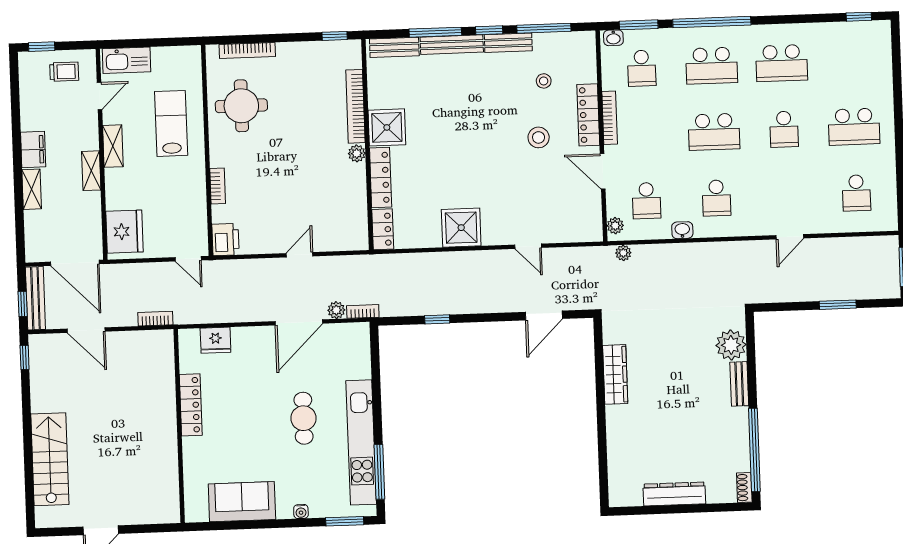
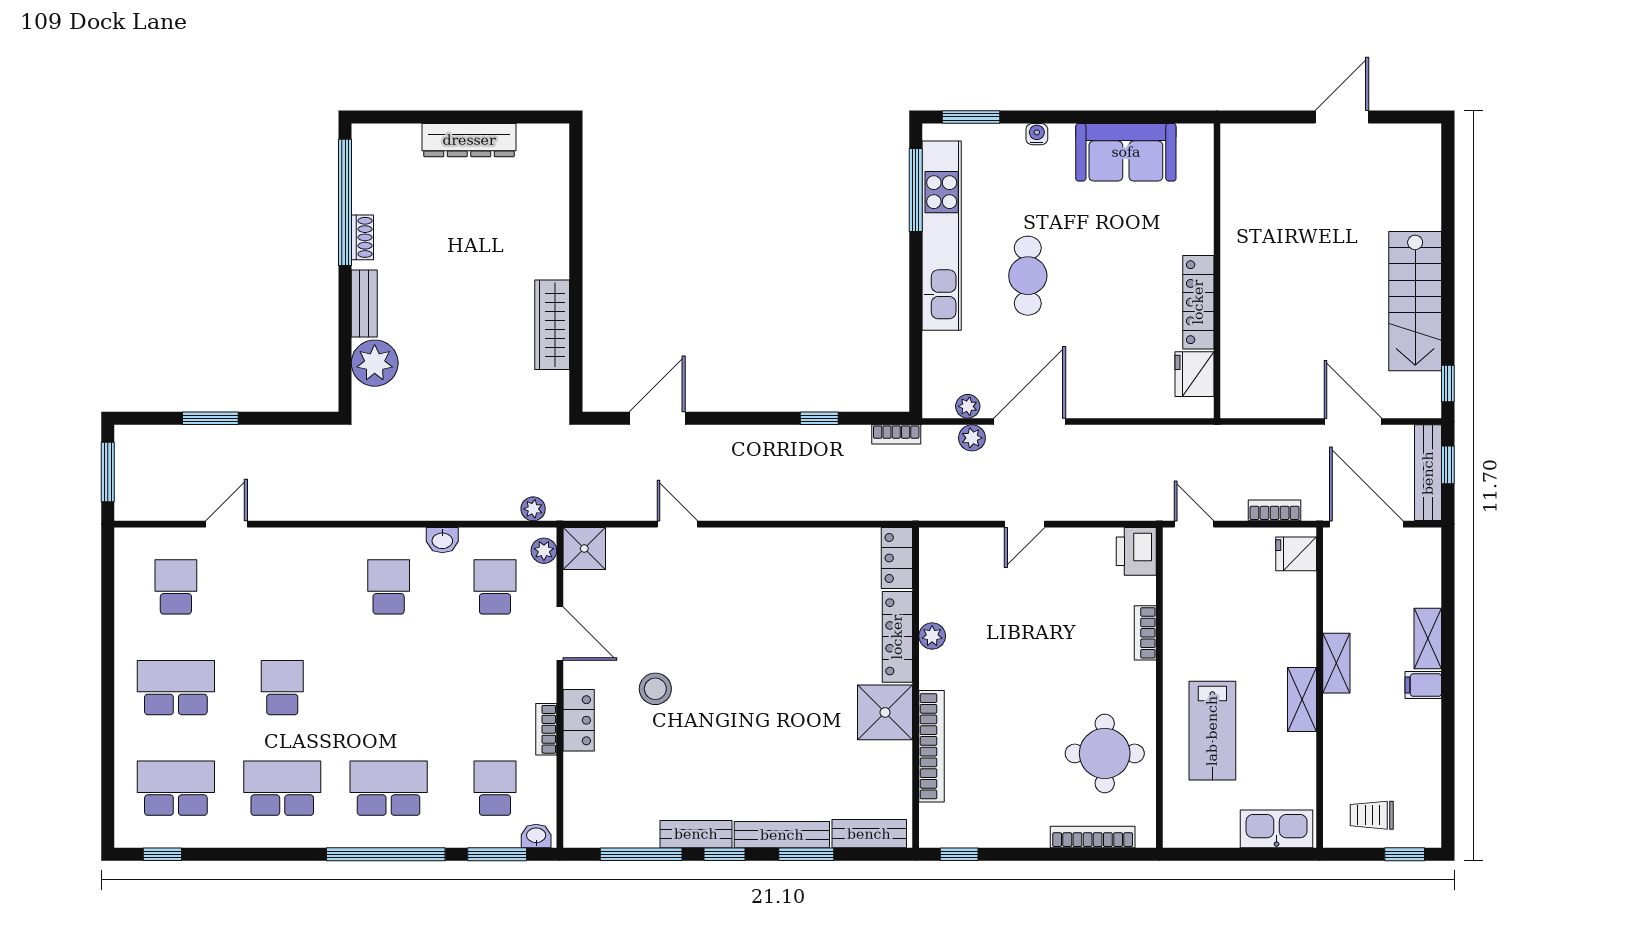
window: (435, 32) -> (806, 854), width x0.69
stool: (544, 81) -> (644, 774), removed
door: (99, 96) -> (1320, 776), removed
locker: (588, 115) -> (579, 720), width x0.66
bookcase: (610, 118) -> (546, 729), width x0.64
school desk: (714, 132) -> (176, 788), moved
filing cabinet: (33, 150) -> (1423, 685), width x0.50
plant: (357, 153) -> (932, 636), moved
shower: (461, 228) -> (584, 548), moved, width x0.73, depth x0.73
fridge: (124, 232) -> (1296, 554), width x0.53, depth x0.75
door: (790, 237) -> (226, 524), moved
bookcase: (363, 311) -> (896, 434), moved
bookcase: (155, 319) -> (1275, 510), moved, turned 180
plant: (340, 331) -> (968, 406), added
fridge: (215, 340) -> (1194, 374), moved, turned -90
stairs: (50, 459) -> (1415, 301), moved
shoe rack: (744, 488) -> (362, 237), moved

